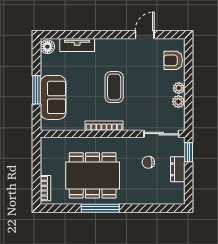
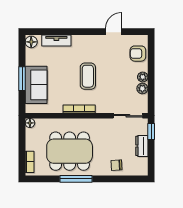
floor lamp: (46, 142) -> (30, 123), added
chair: (148, 162) -> (116, 165), moved

